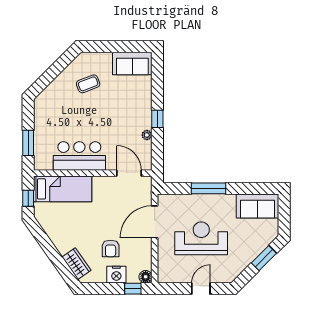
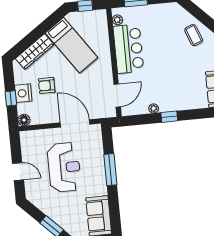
coffee table: (88, 84) -> (194, 35), moved
plant: (47, 165) -> (117, 20), added
bed: (63, 189) -> (72, 45), moved, turned -35
wardrobe: (76, 264) -> (35, 52), width x1.50
window: (133, 289) -> (11, 98), moved

